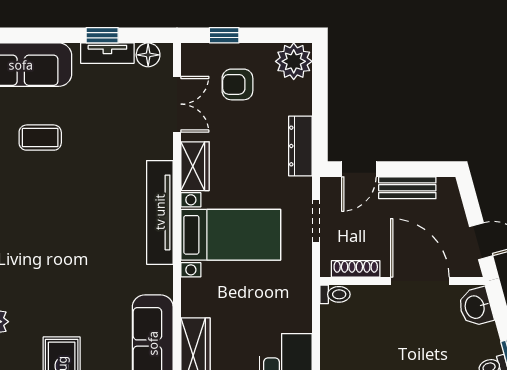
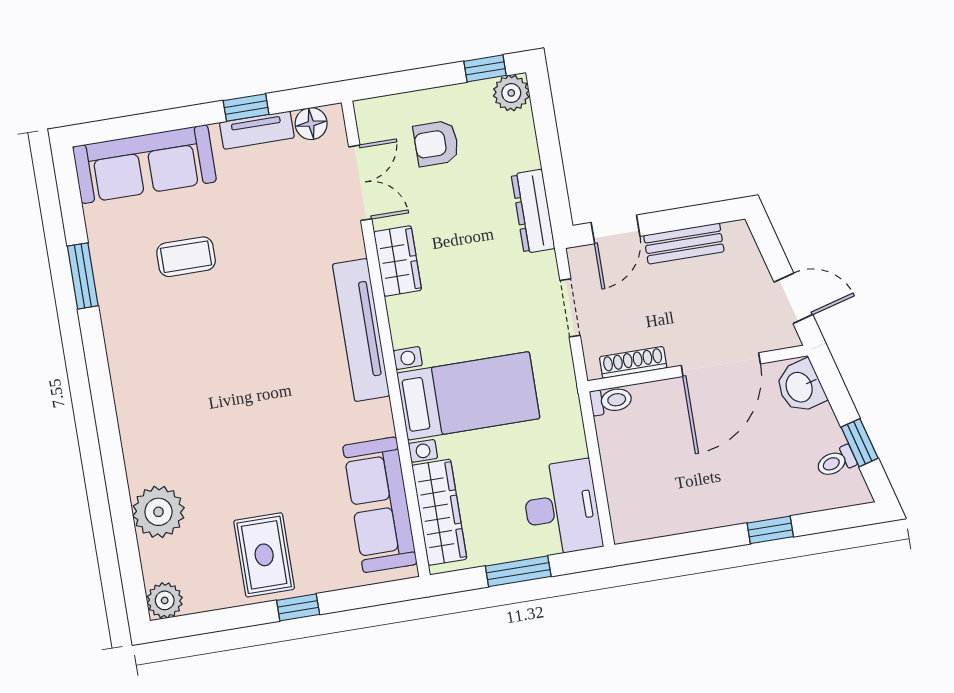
window: (224, 35) -> (485, 68), moved
plant: (294, 61) -> (511, 93), width x0.73, depth x0.73
bed with nightstands: (231, 235) -> (468, 396), moved
door: (420, 281) -> (721, 365), swing flipped

